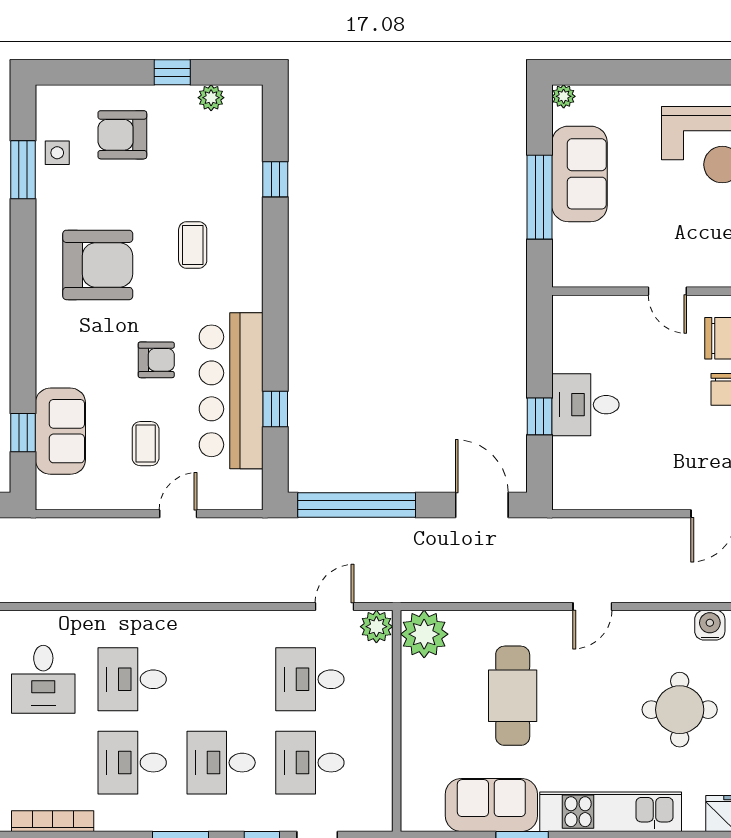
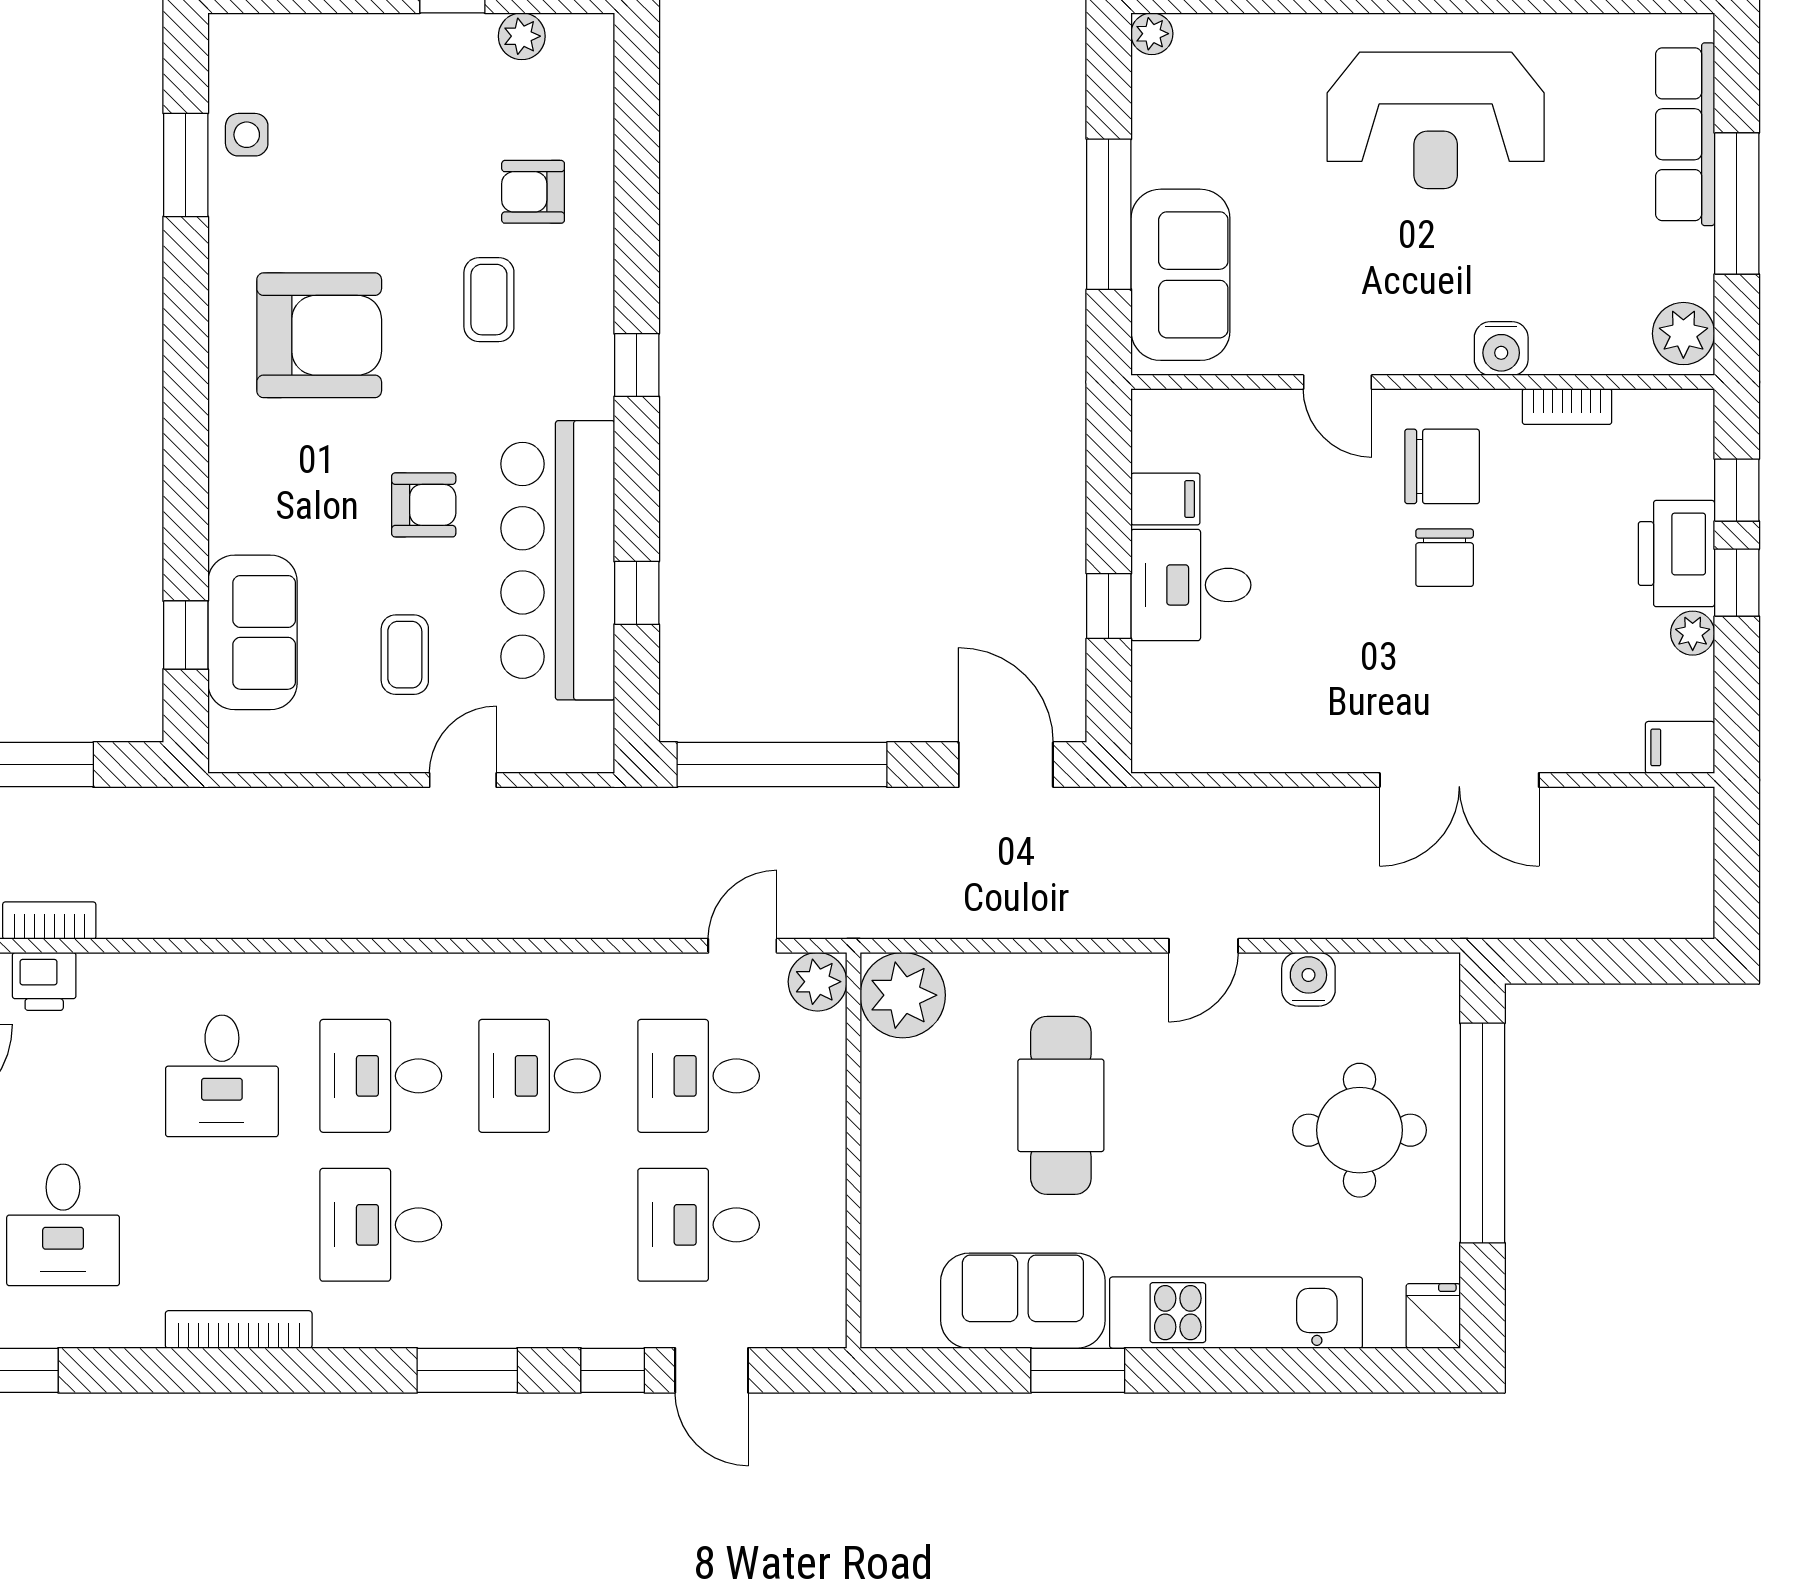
armchair: (122, 135) -> (533, 192), moved, width x0.72, depth x0.72
sofa: (579, 174) -> (1180, 275), moved
window: (275, 179) -> (637, 365), moved
filing cabinet: (571, 357) -> (1165, 499), added
water cooler: (710, 625) -> (1308, 979), moved
desk: (221, 763) -> (540, 1076), moved

